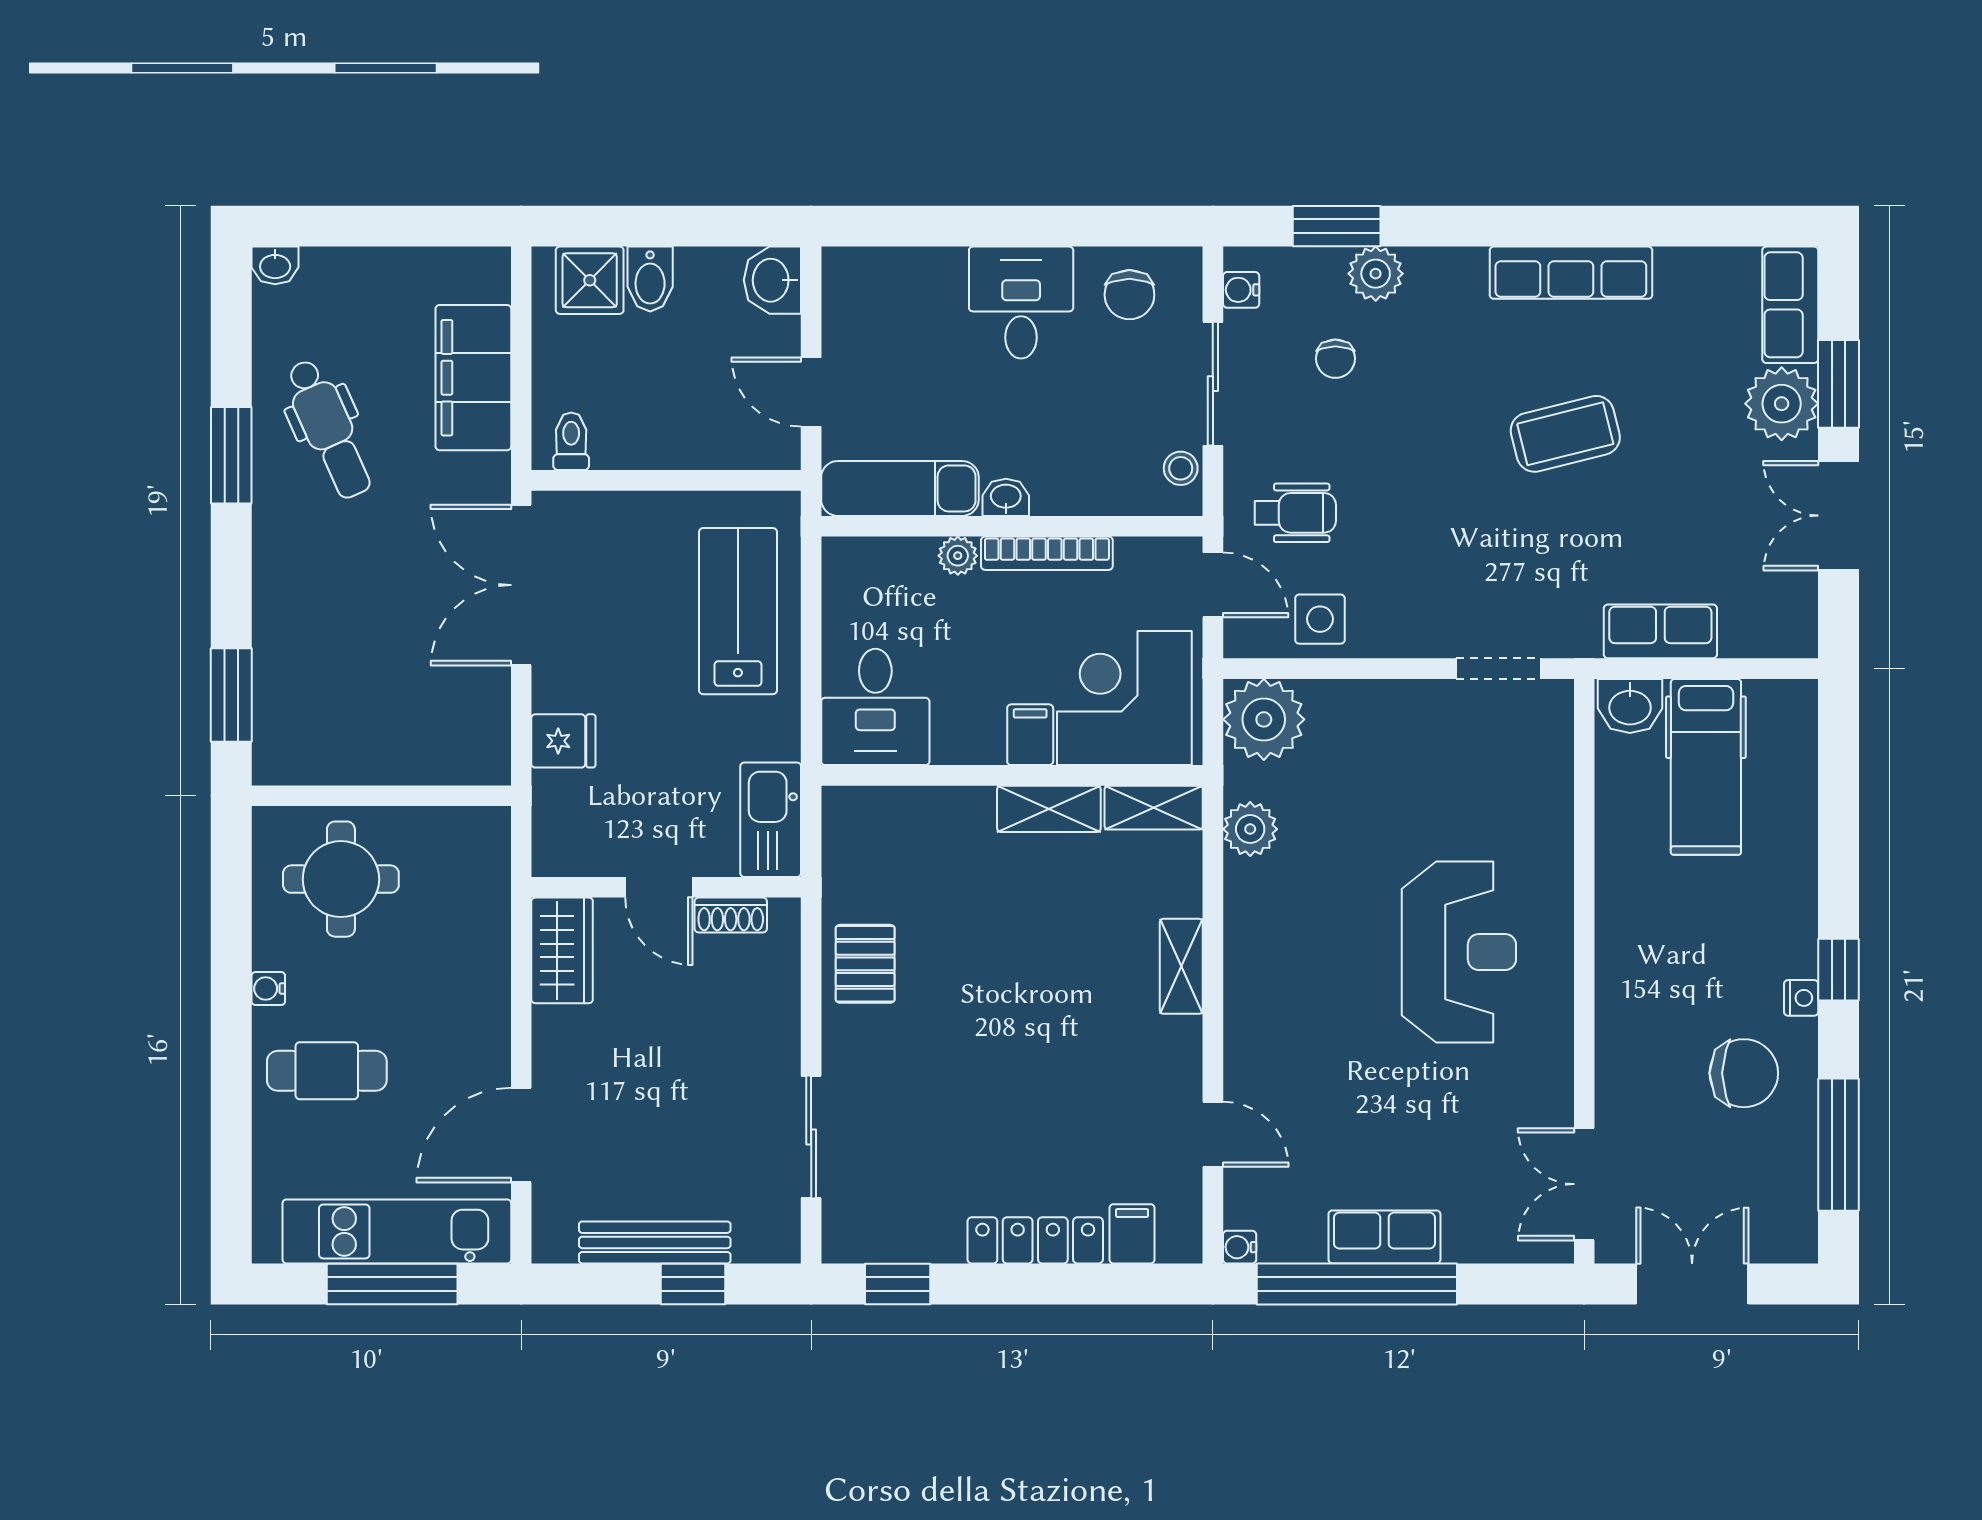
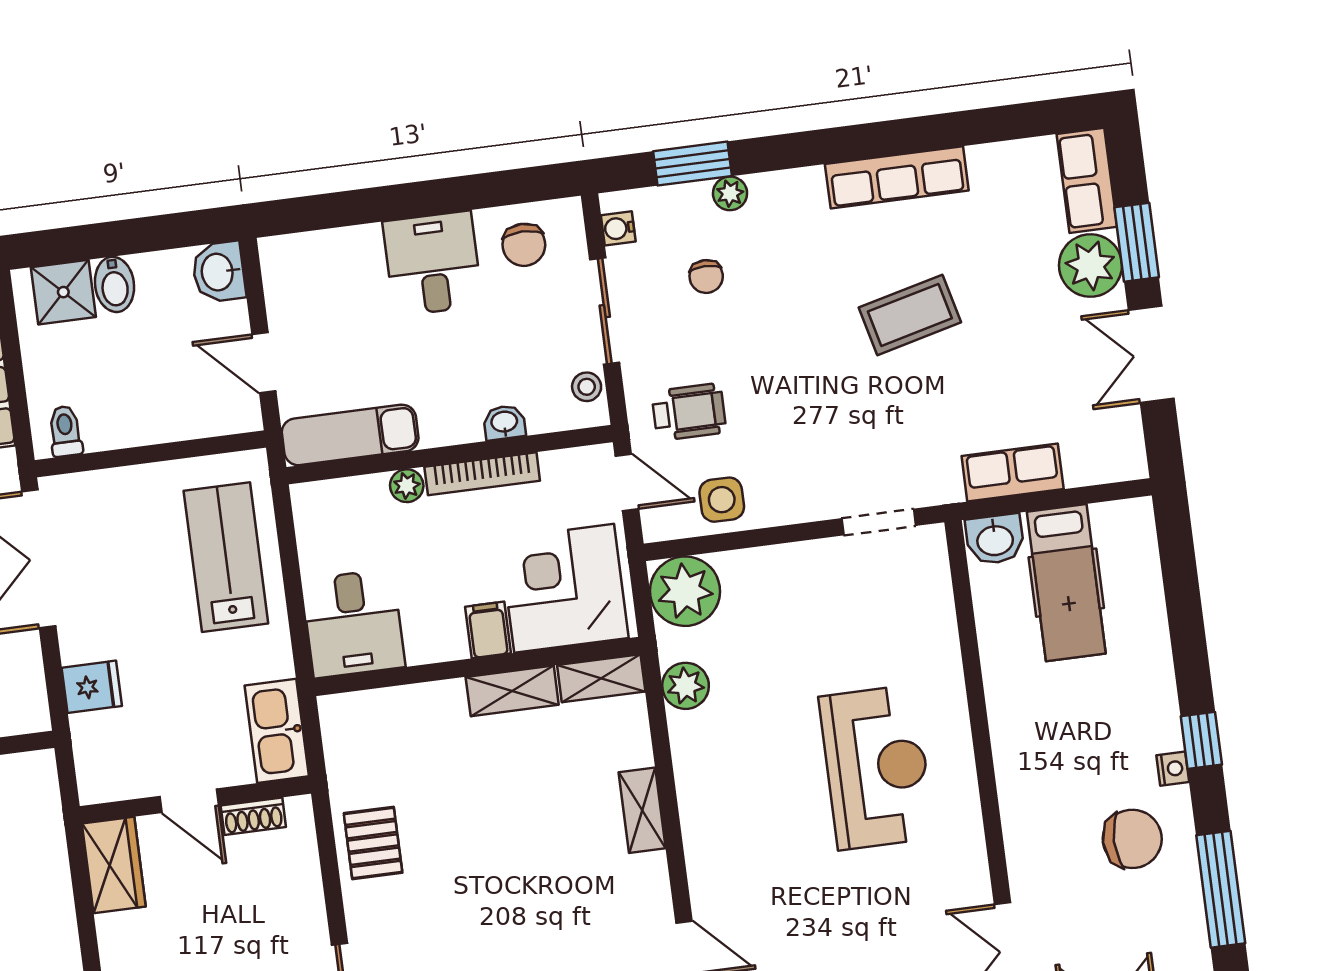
plant: (1376, 274) -> (730, 193), width x0.73, depth x0.73
washbasin: (1006, 497) -> (504, 423), moved

